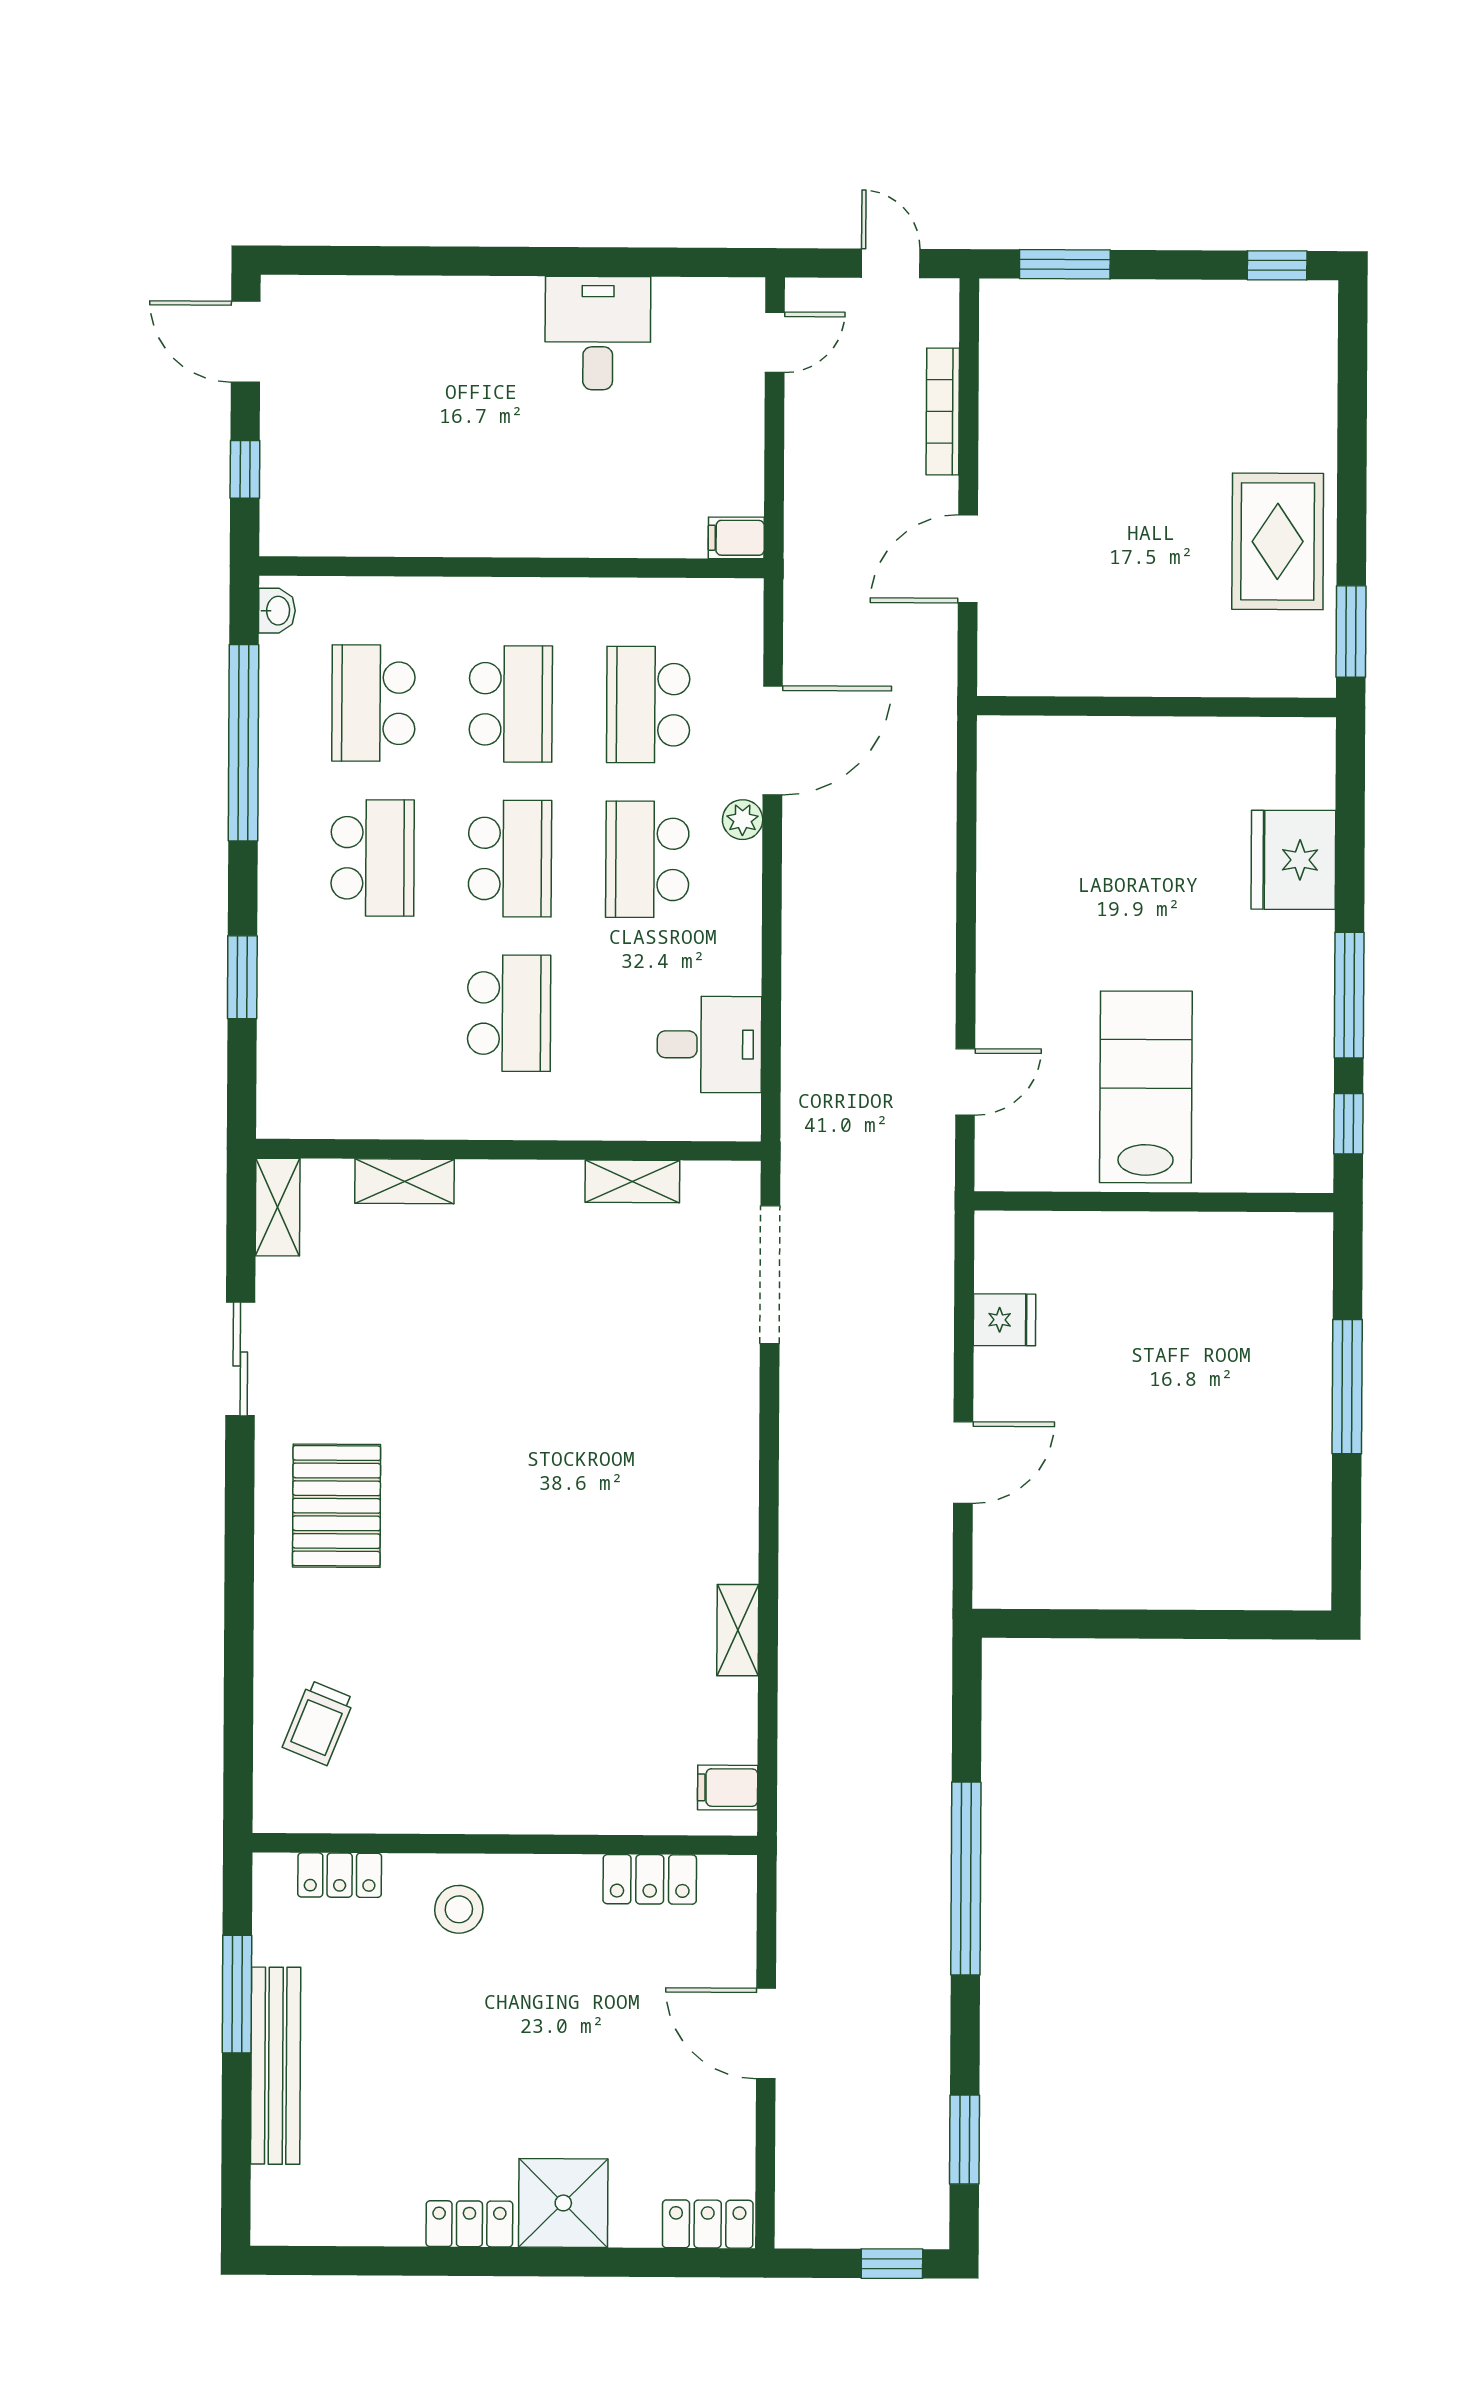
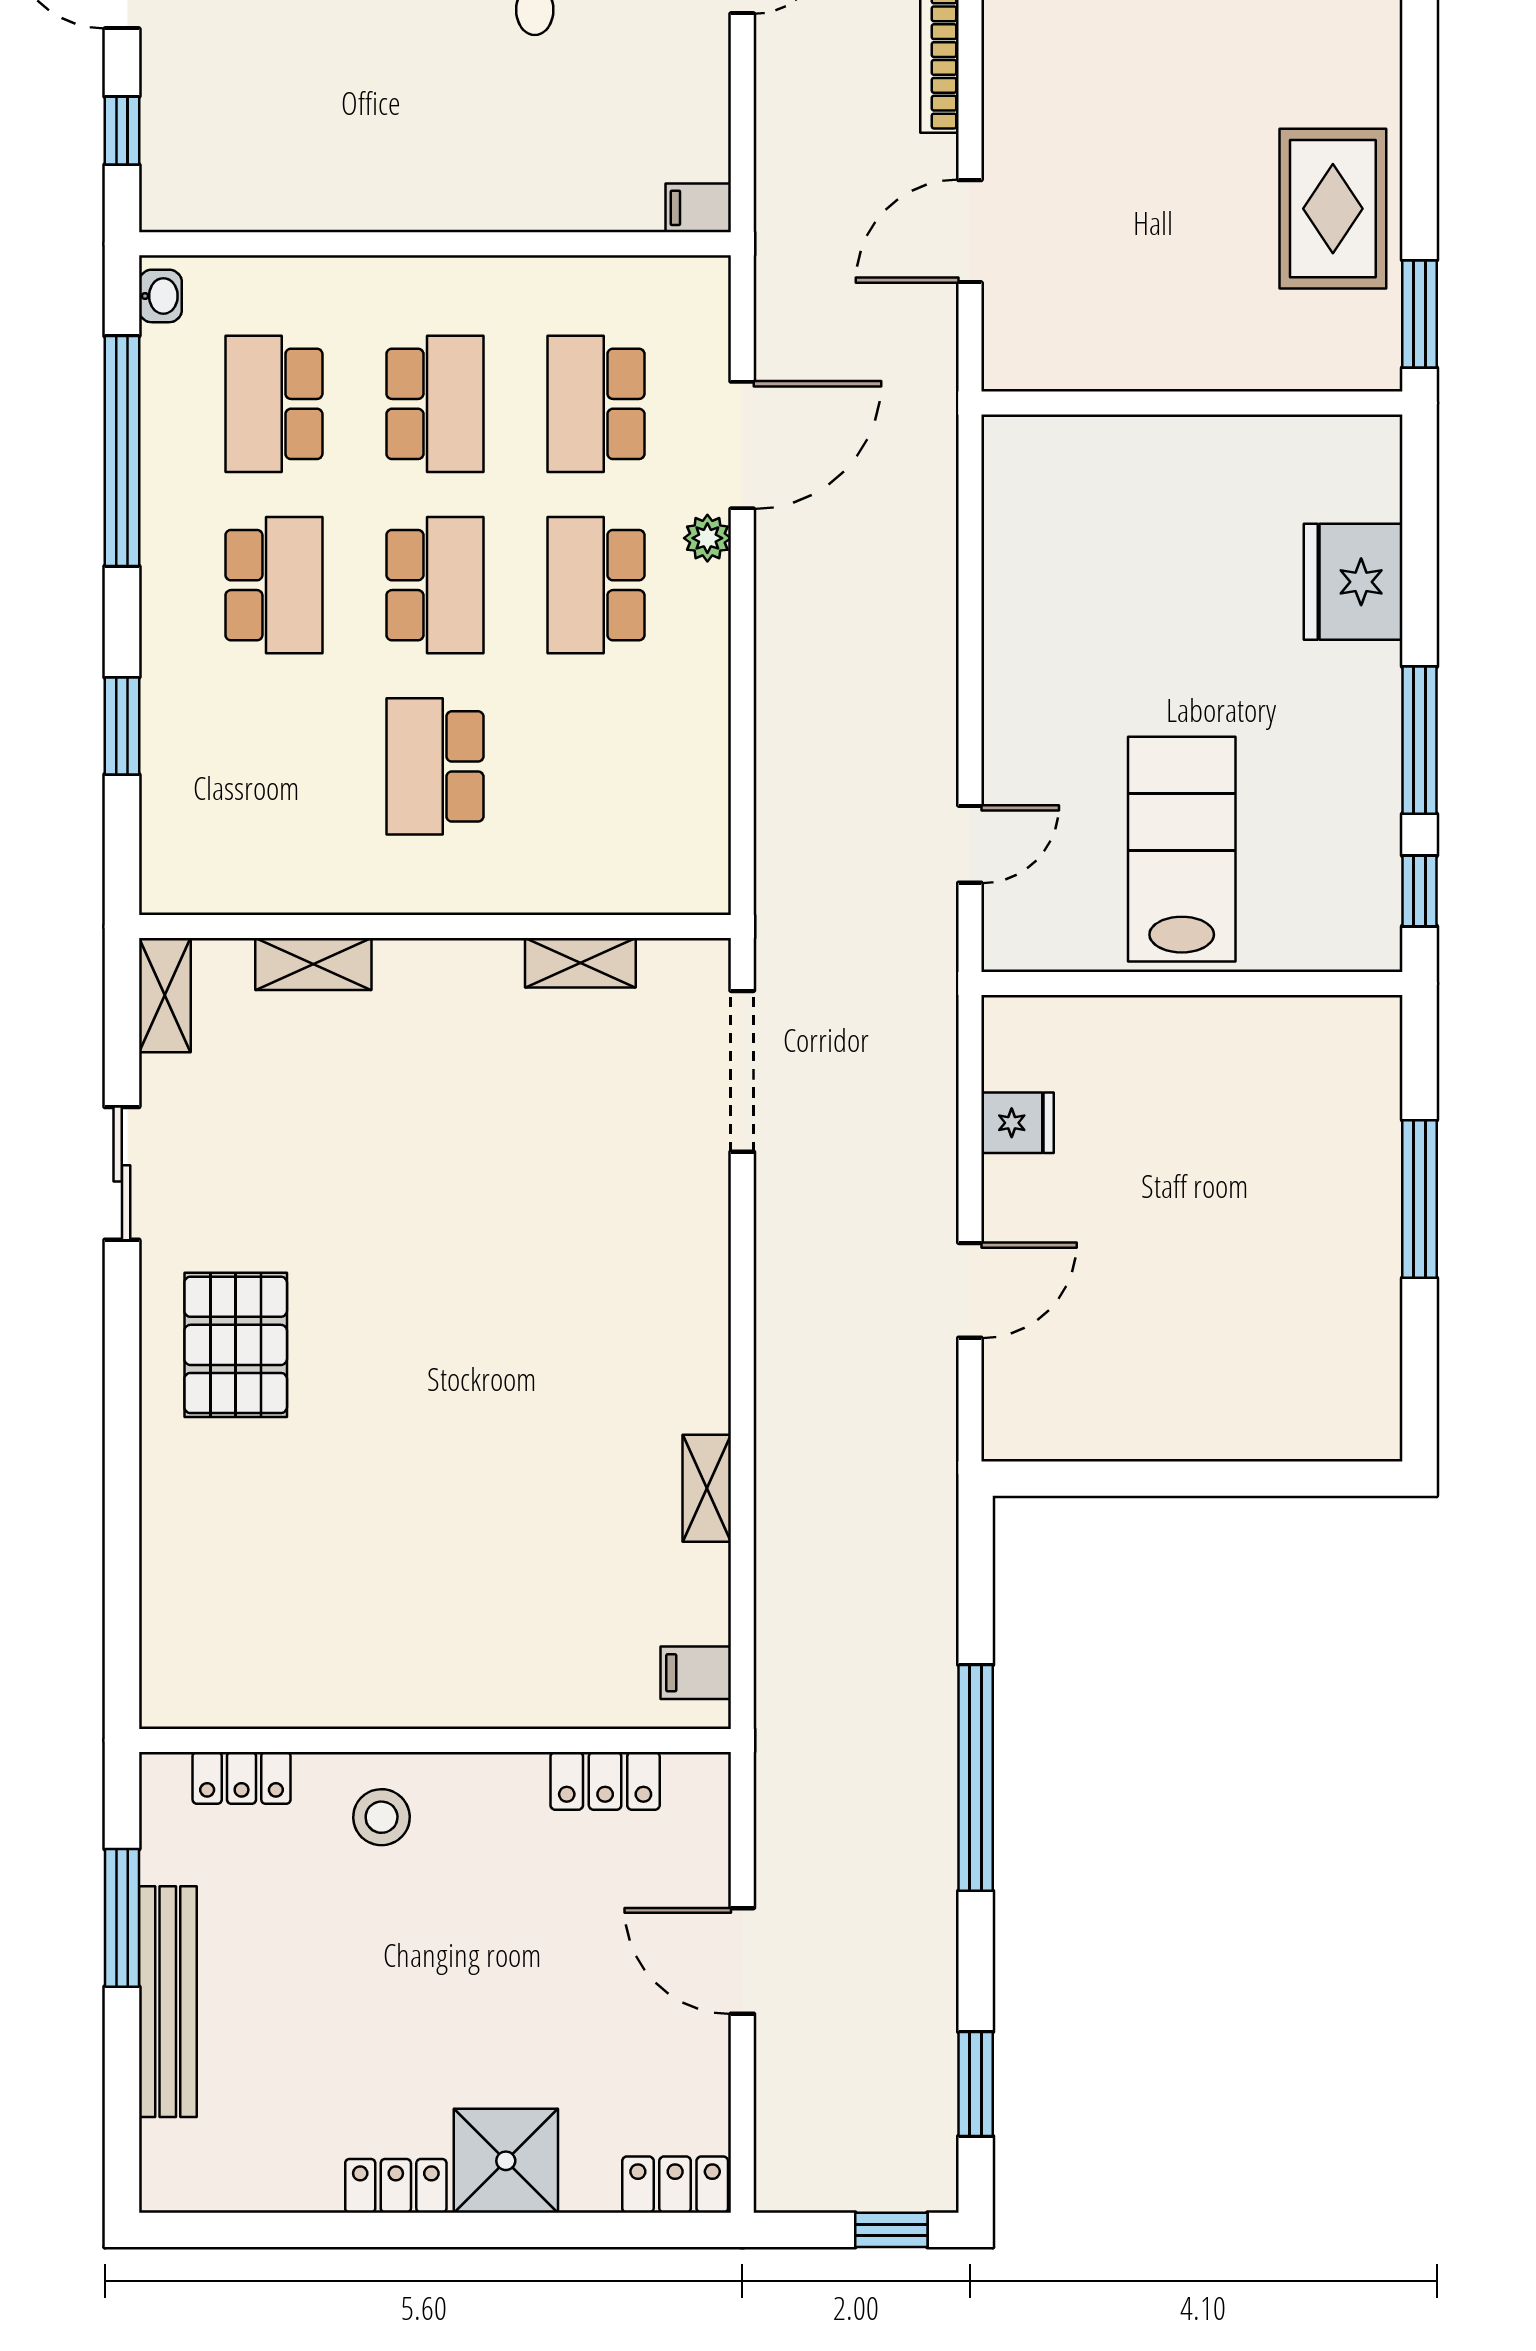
school desk: (509, 1013) -> (435, 766), turned 180
desk: (709, 1044) -> (670, 802), removed
trolley: (318, 1723) -> (216, 1599), removed

